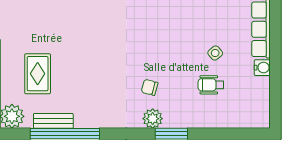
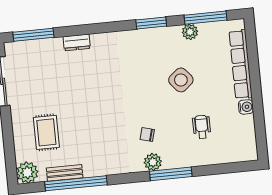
side table: (215, 53) -> (181, 80), moved, width x1.87, depth x1.87
wheelchair: (211, 85) -> (202, 127), turned 90
window: (171, 134) -> (171, 174), width x1.44

